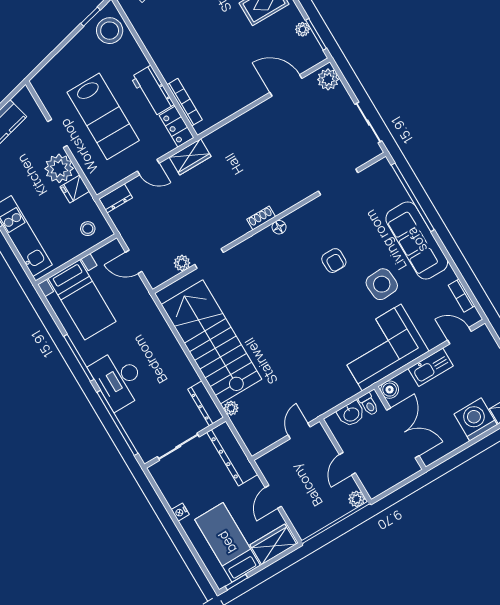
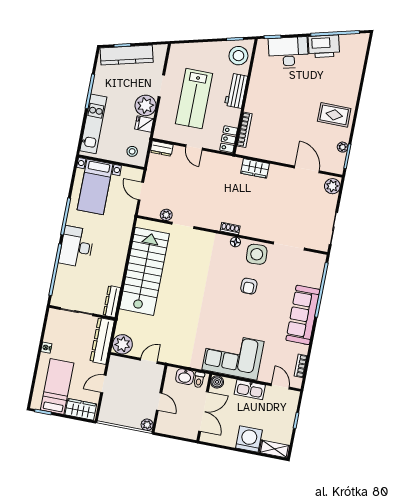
workbench: (152, 91) -> (236, 91), moved
wardrobe: (190, 157) -> (255, 168), moved
side table: (382, 284) -> (257, 254), moved
plant: (231, 408) -> (122, 344), moved, width x1.88, depth x1.88
door: (347, 464) -> (159, 402), swing flipped

